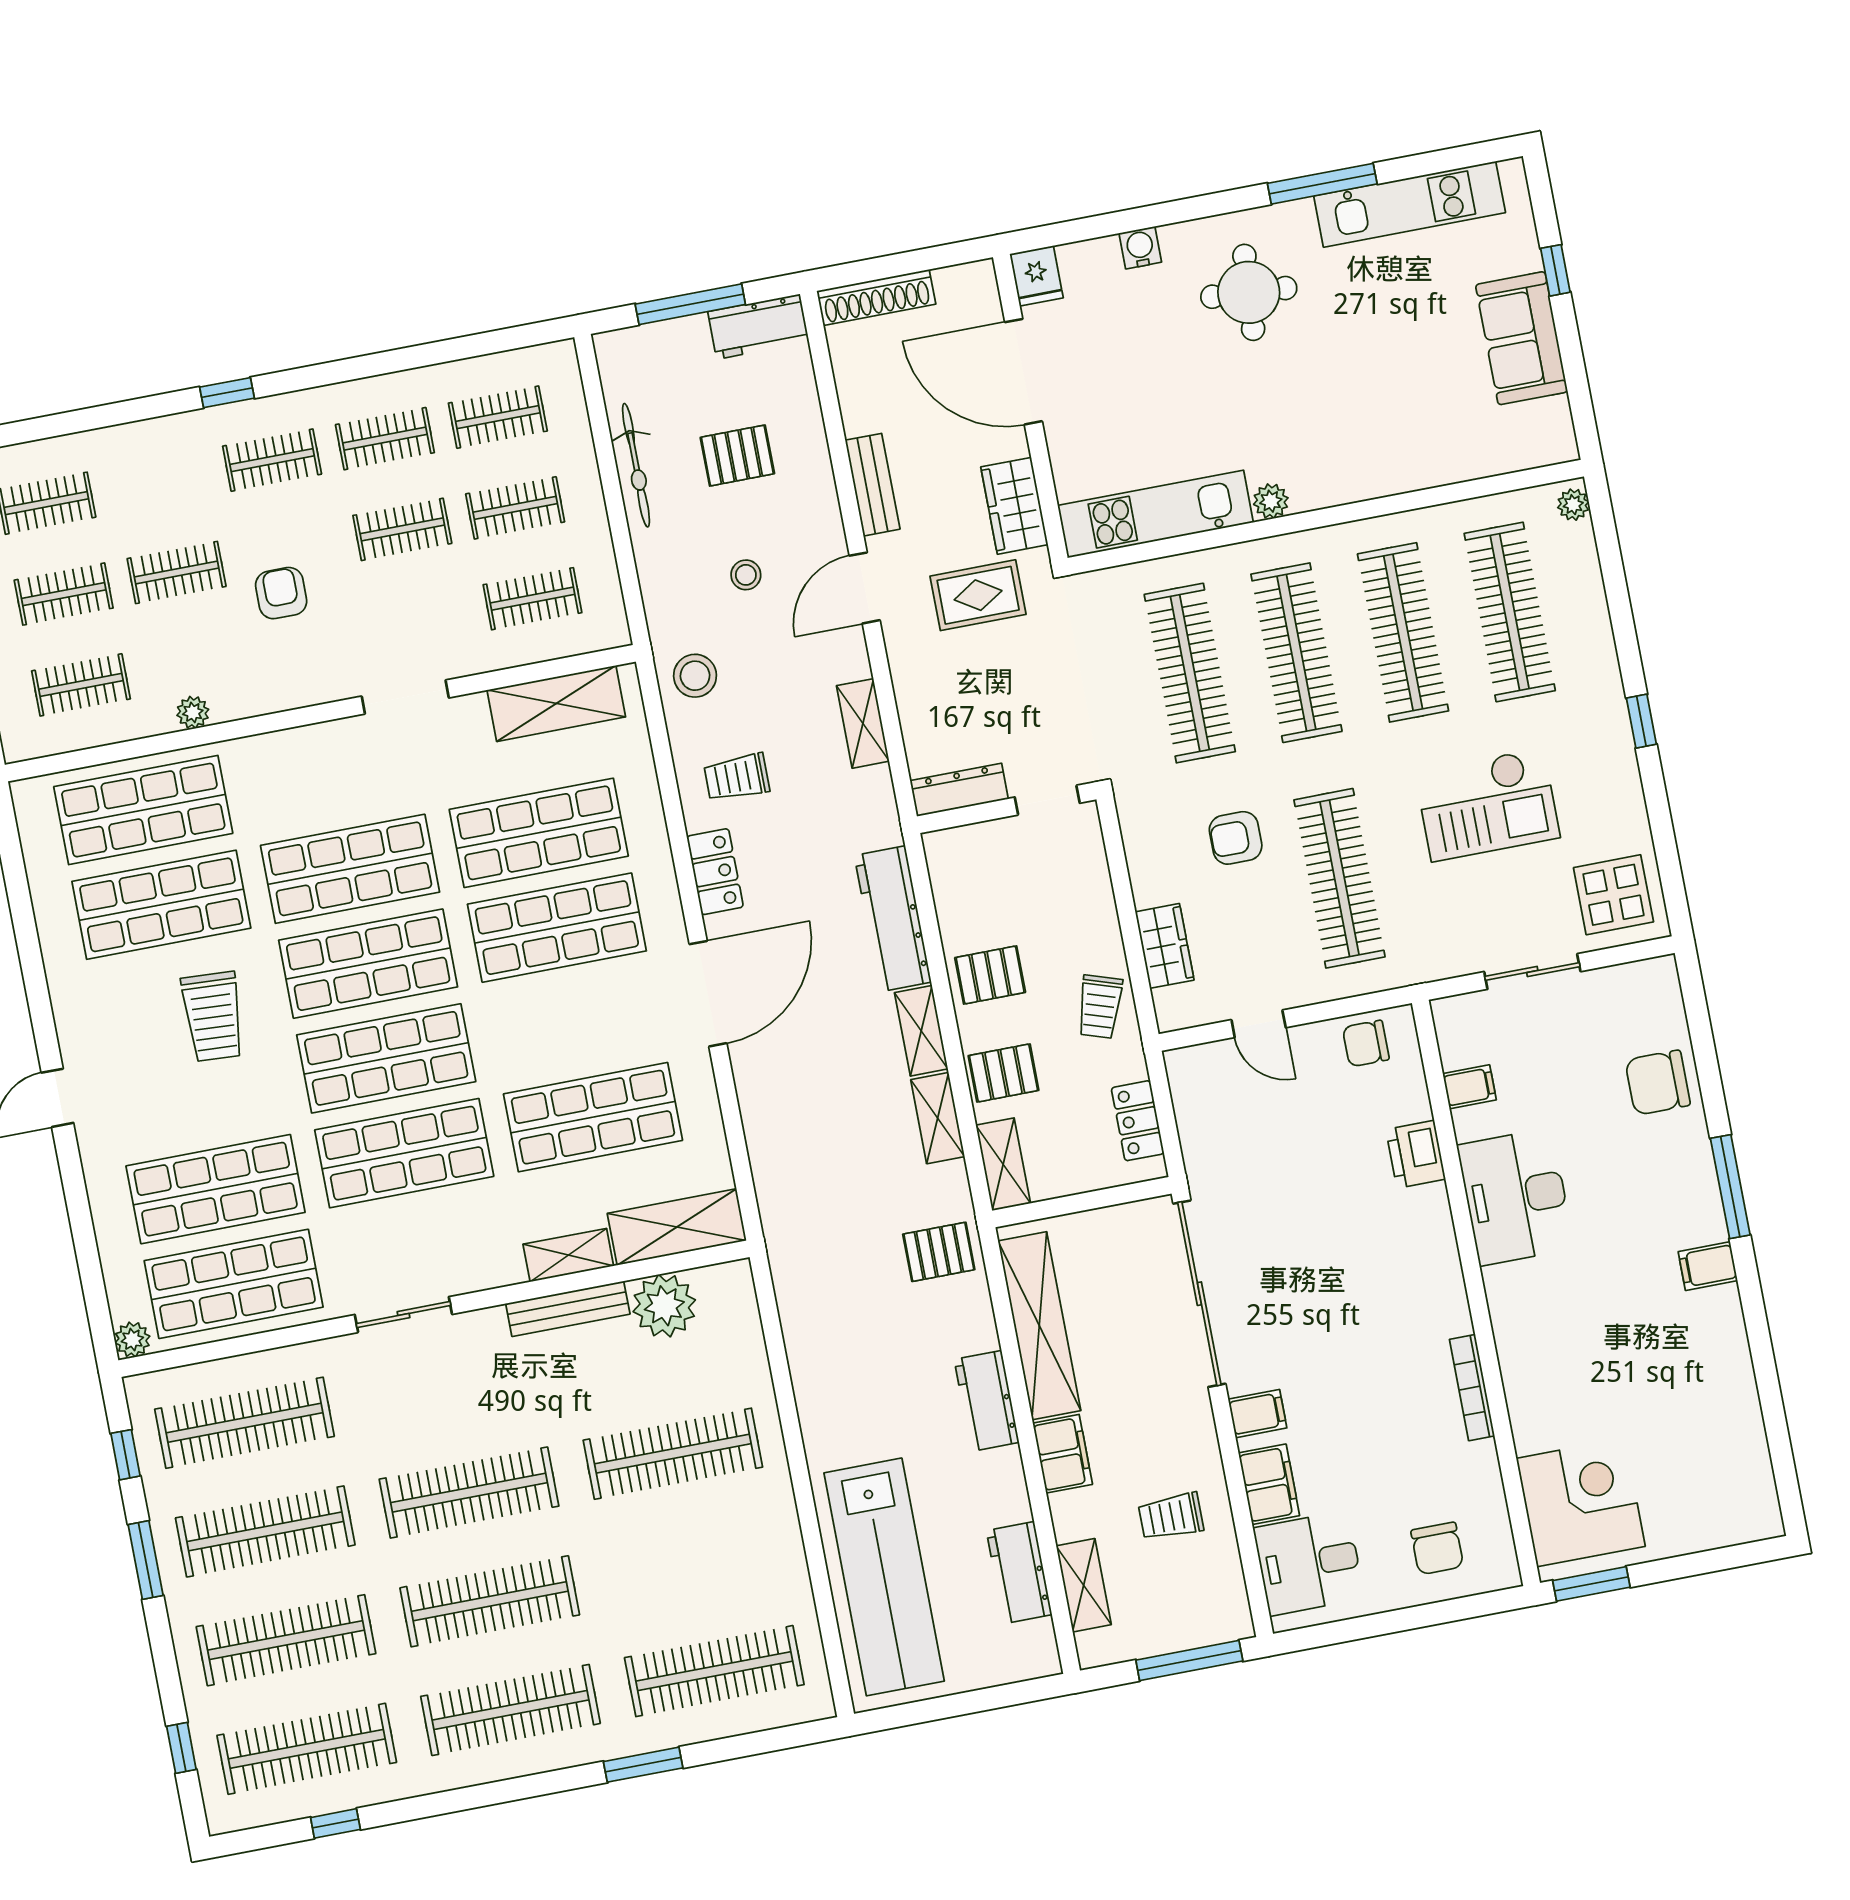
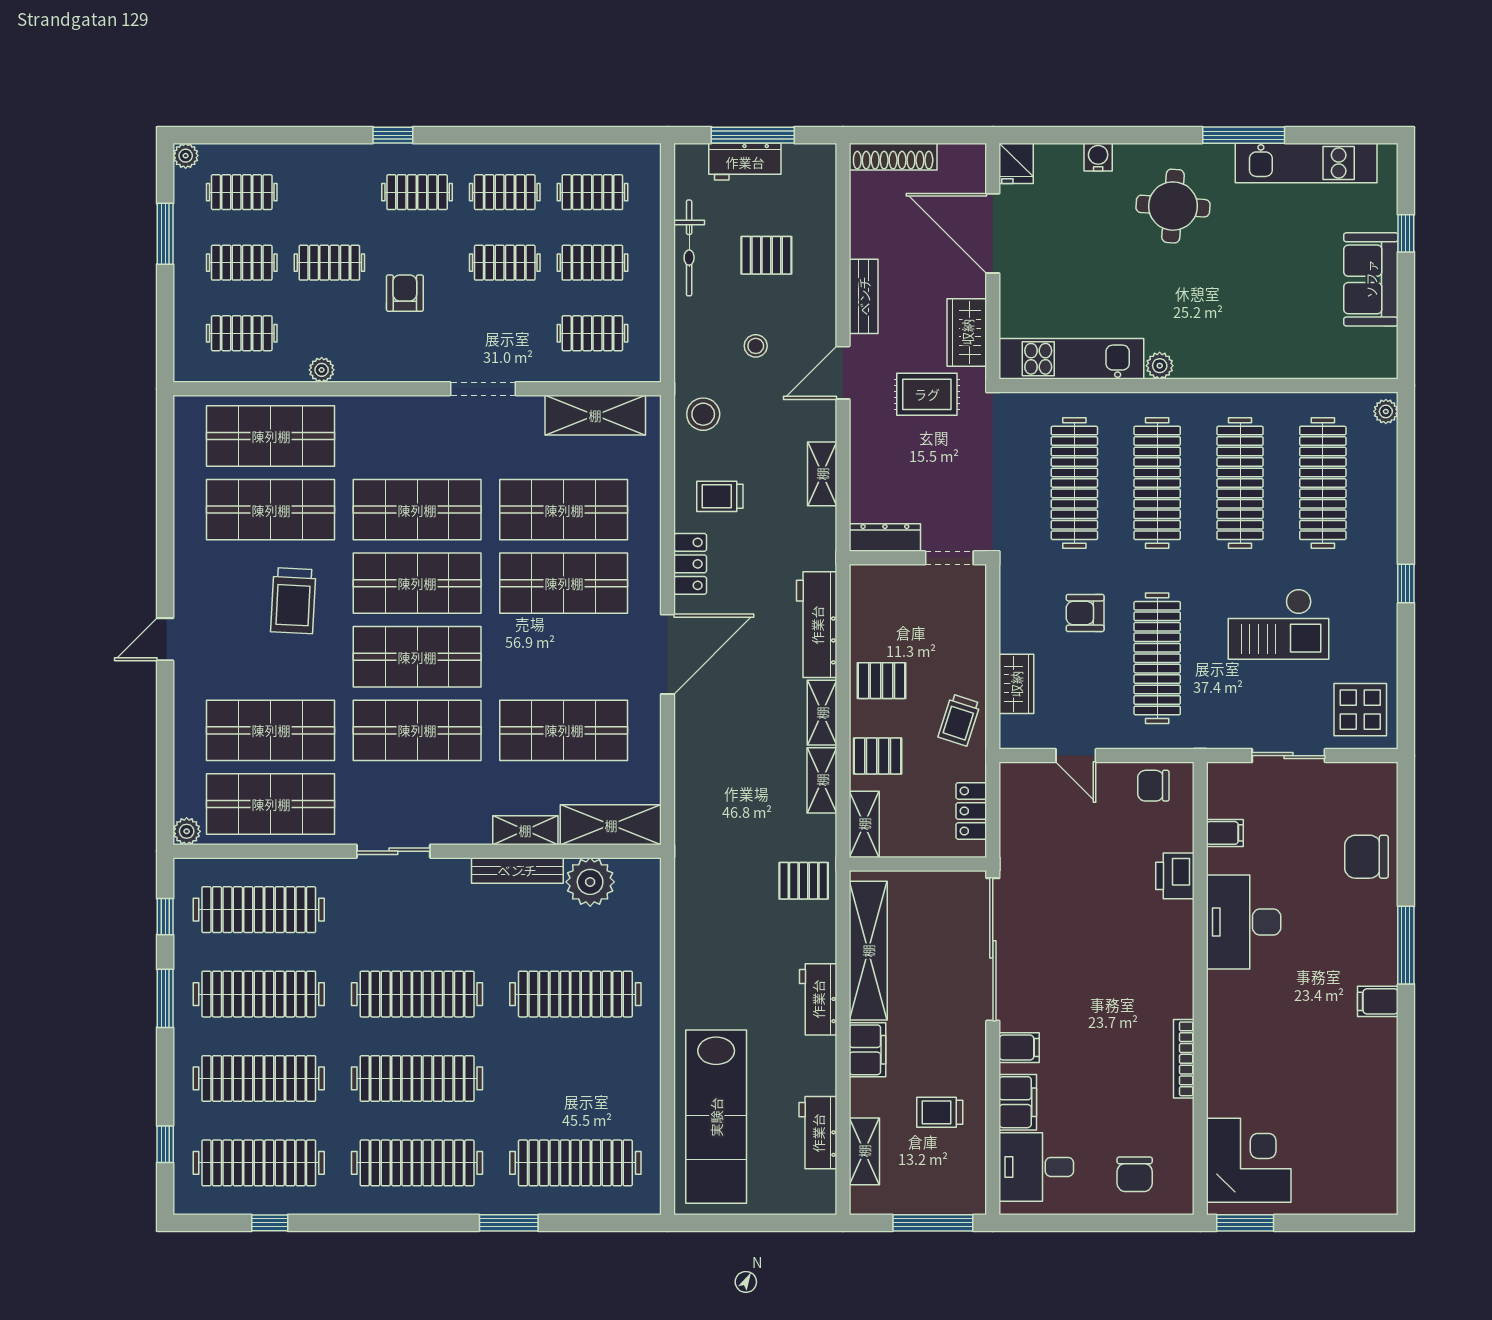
workbench: (758, 327) -> (745, 162), moved

